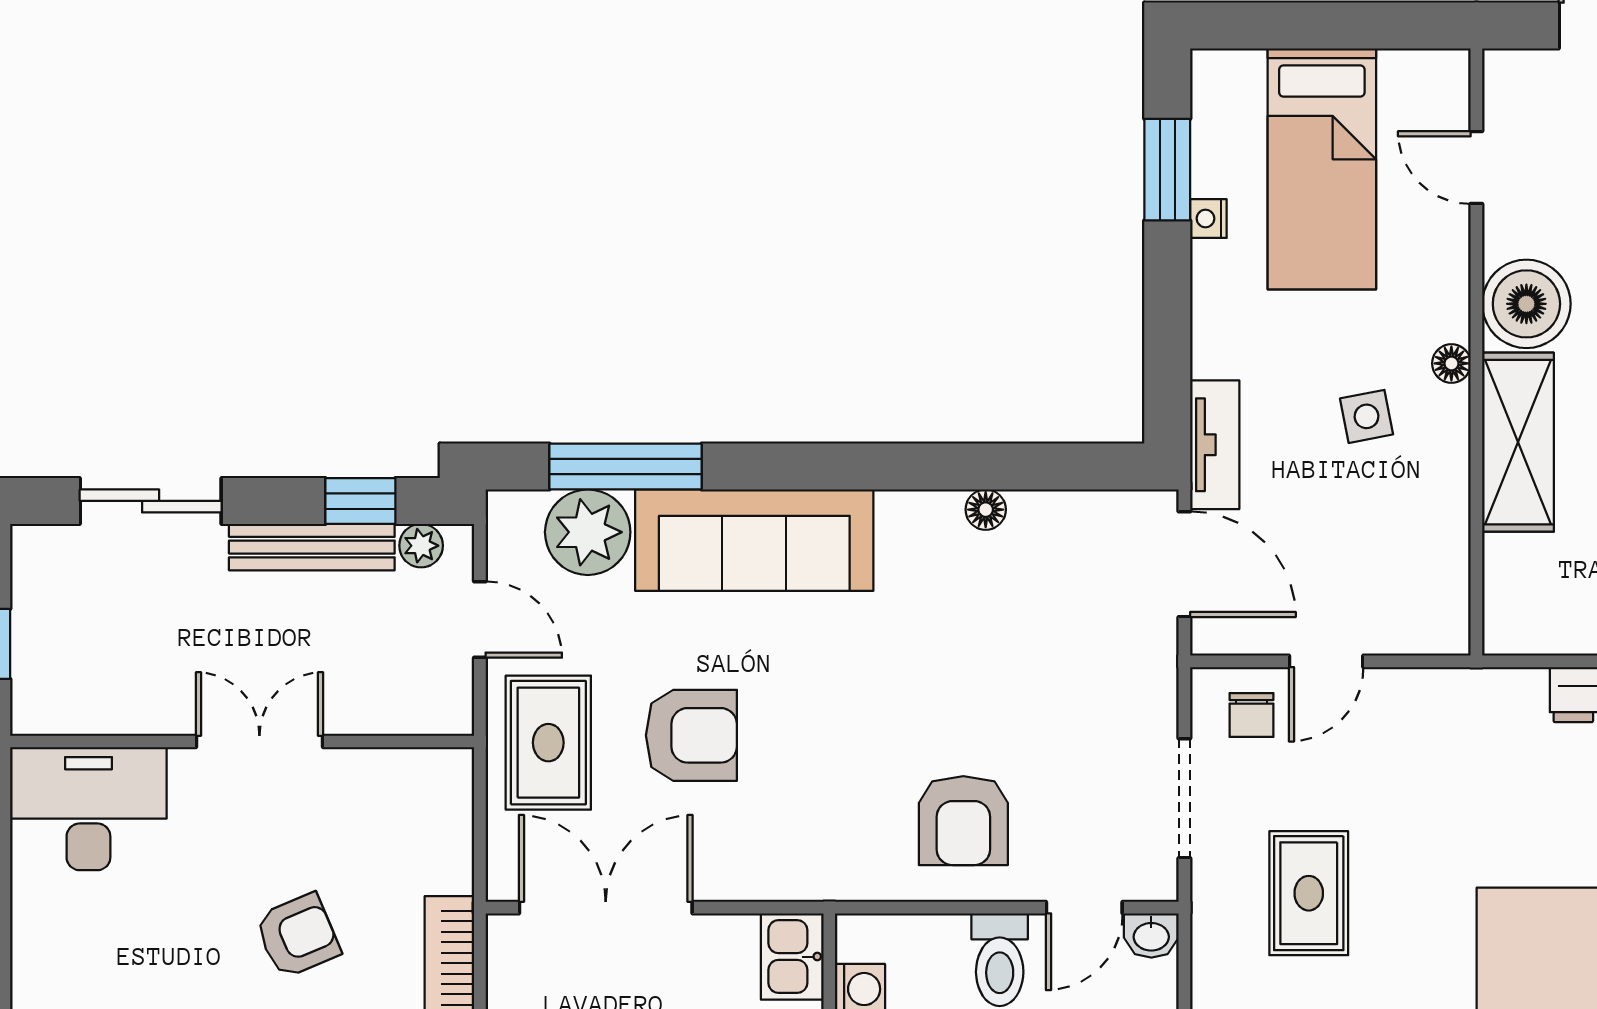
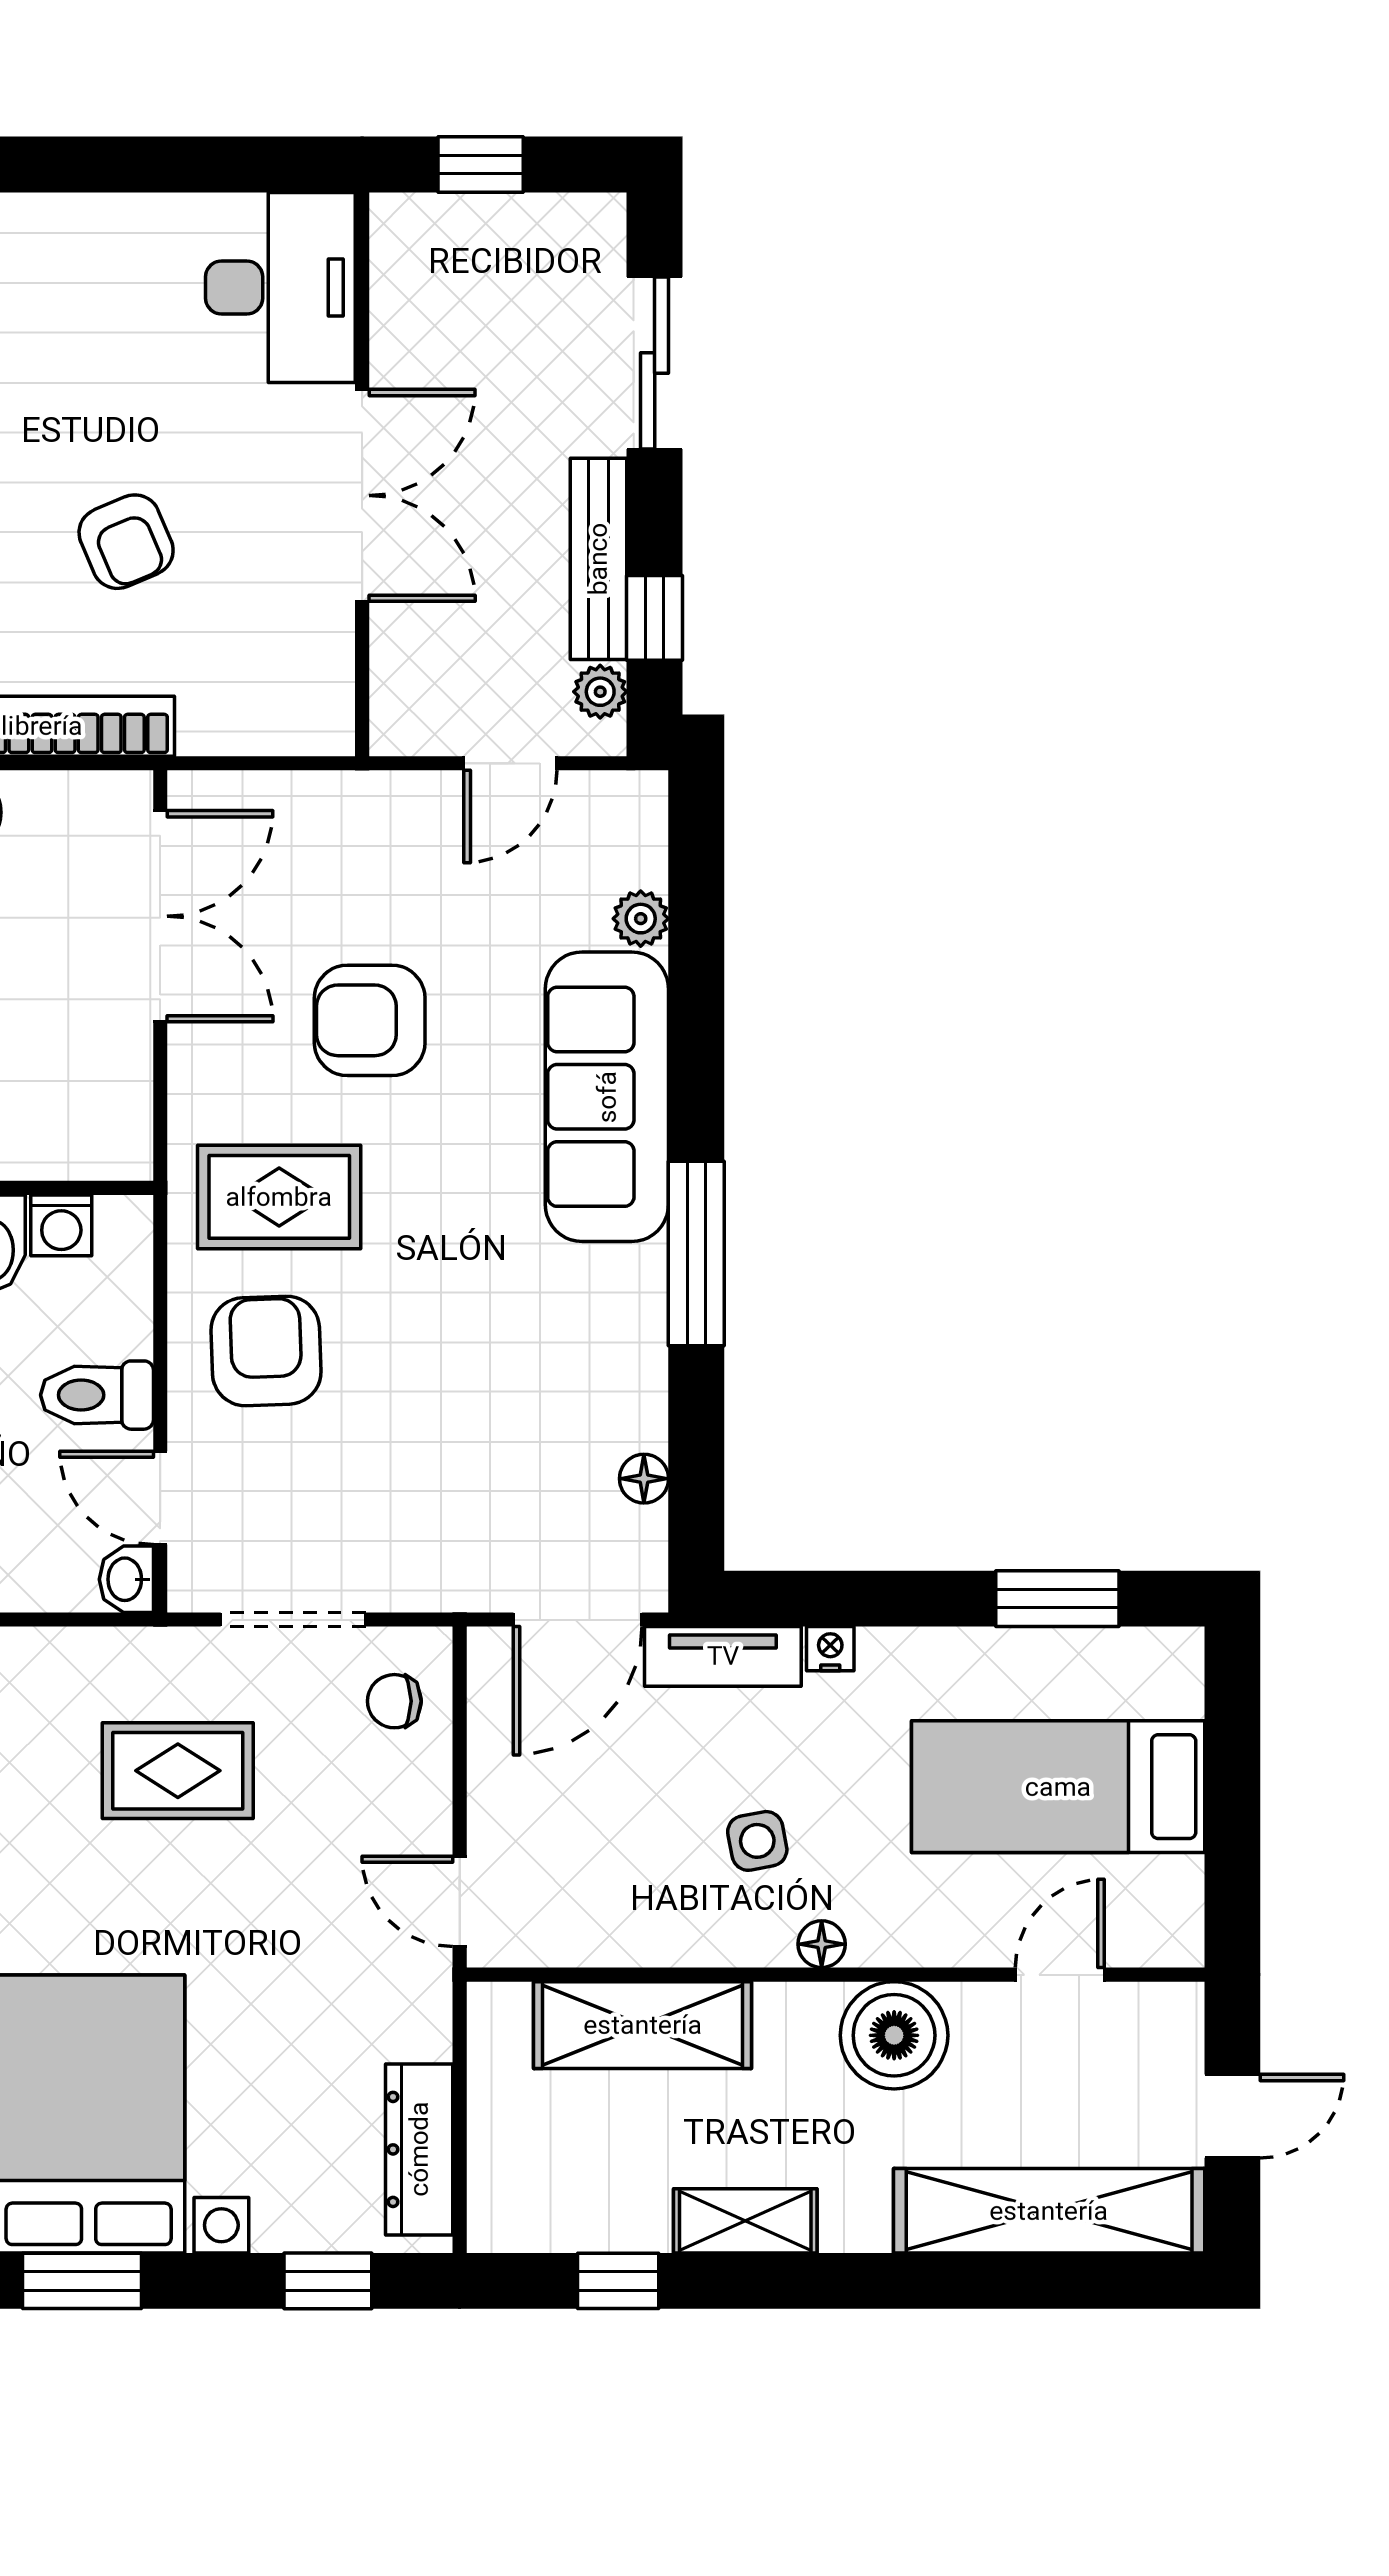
nightstand: (1208, 219) -> (830, 1649), moved
shelving: (1518, 442) -> (643, 2025), moved
window: (625, 467) -> (696, 1253), moved
floor lamp: (986, 510) -> (644, 1479), moved
plant: (588, 532) -> (641, 919), width x0.53, depth x0.53
door: (1326, 661) -> (460, 1901), moved
armchair: (691, 735) -> (370, 1020), turned 90
double door: (259, 741) -> (362, 495), width x1.37
rug: (548, 743) -> (279, 1197), moved
armchair: (963, 821) -> (266, 1351), turned 88
kitchen sink: (792, 957) -> (101, 1143), removed

